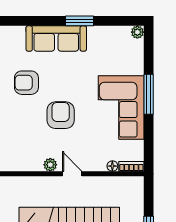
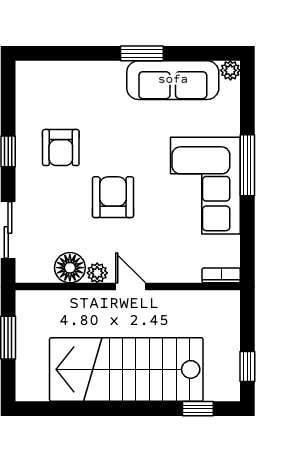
sofa: (56, 38) -> (173, 80), moved
armchair: (26, 83) -> (61, 148), turned -90
floor lamp: (112, 166) -> (70, 268), moved, width x1.89, depth x1.89

